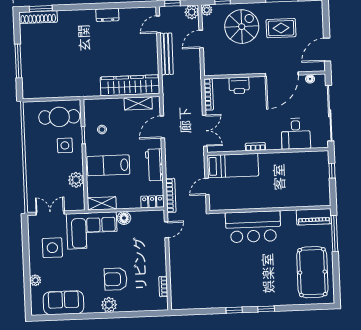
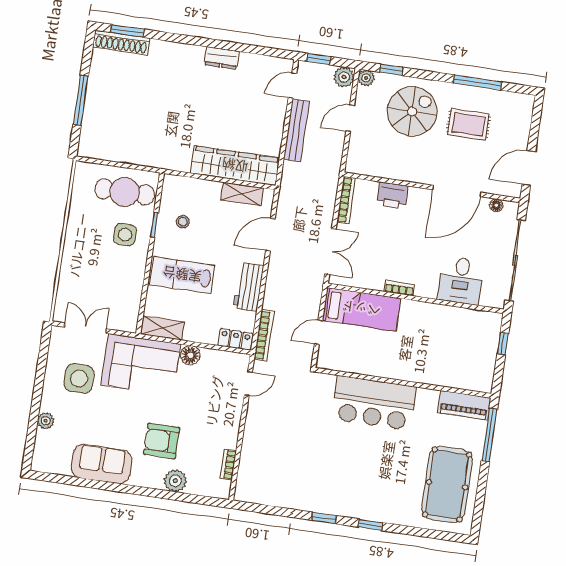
plant: (76, 180) -> (132, 287), removed
sofa: (64, 303) -> (102, 464), moved
plant: (109, 305) -> (175, 481), moved

